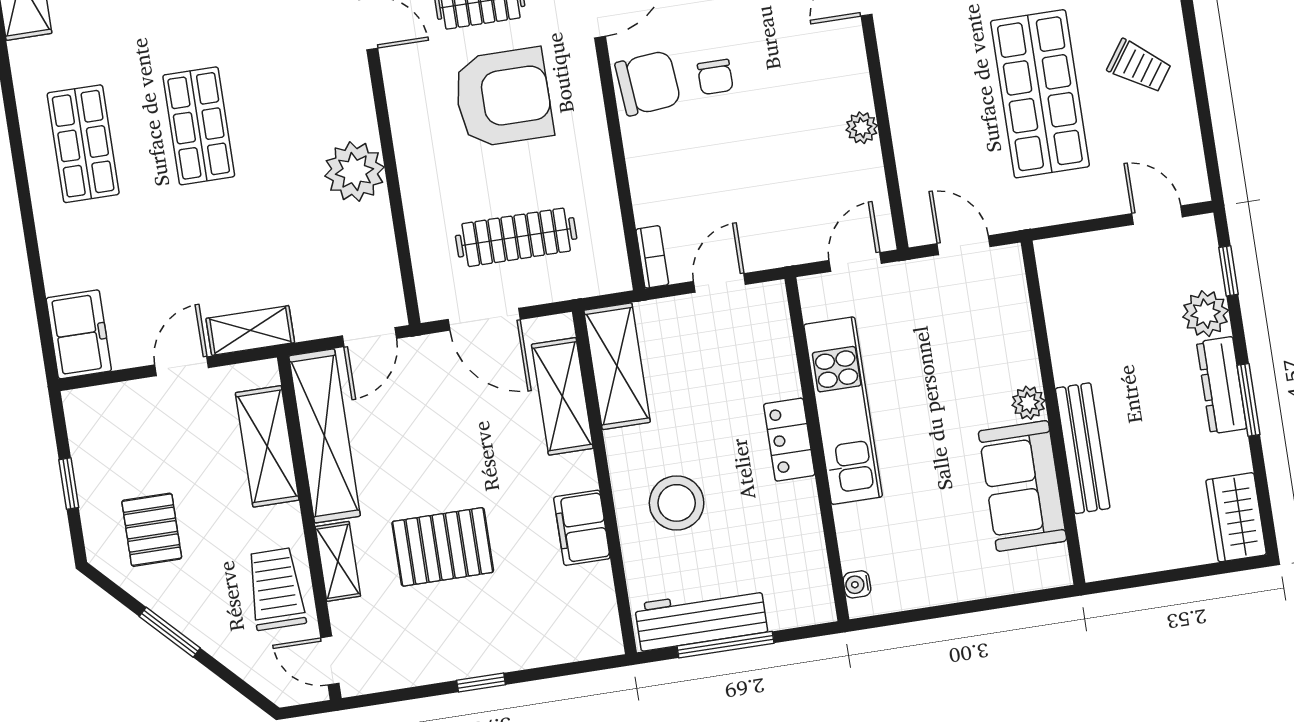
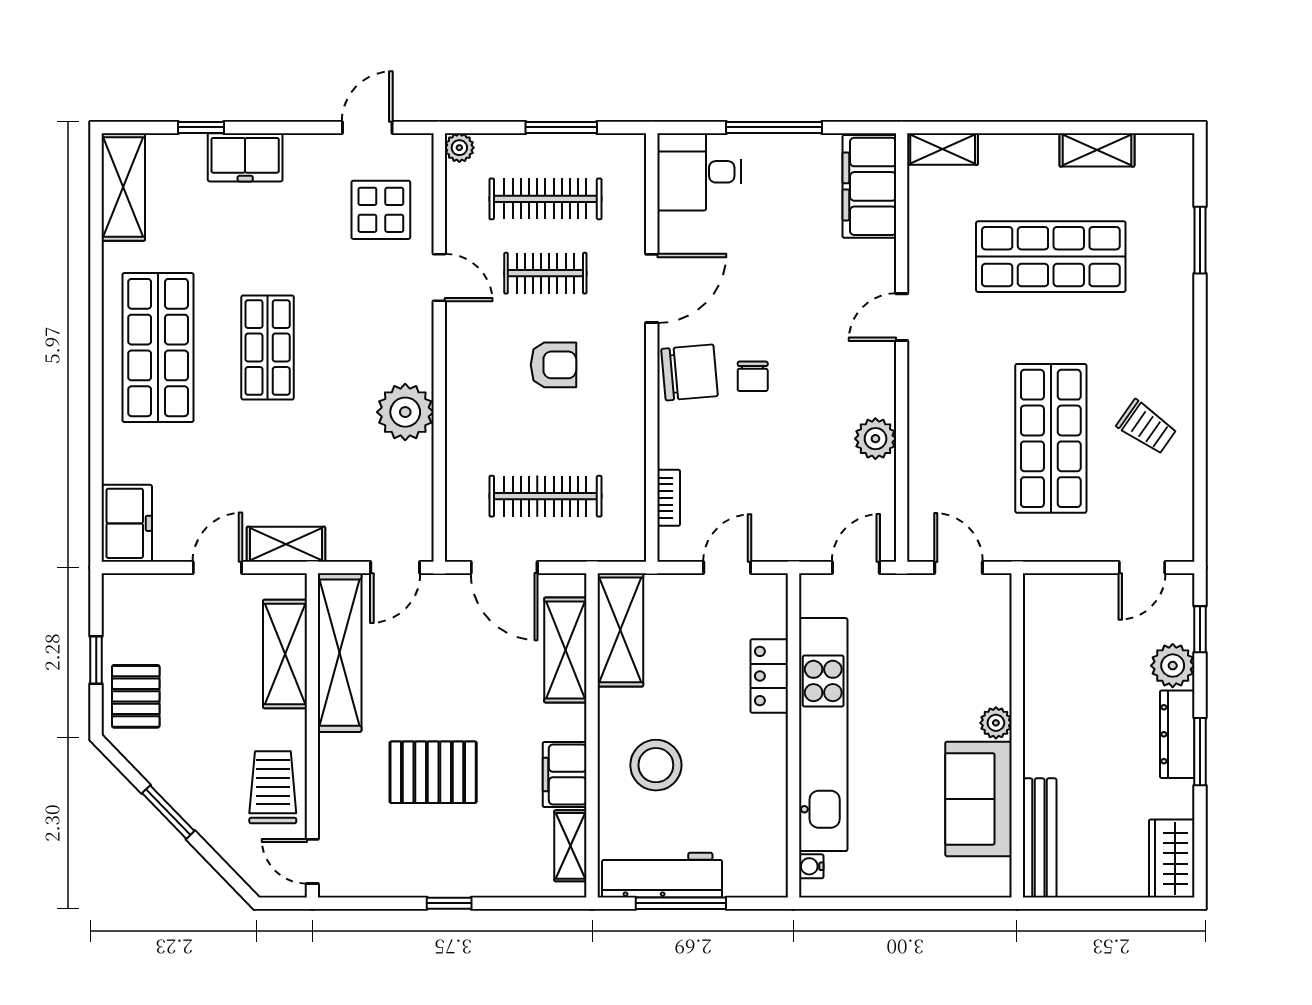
armchair: (503, 97) -> (553, 365), width x0.53, depth x0.53
plant: (862, 128) -> (875, 439), width x1.38, depth x1.38
shop shelf: (83, 144) -> (158, 348), width x1.43, depth x1.36
door: (1157, 215) -> (1142, 568), swing flipped
bookcase: (652, 257) -> (669, 498), moved
kitchen unit: (843, 411) -> (823, 735), width x1.36
locker: (789, 440) -> (769, 676), moved
bench: (1083, 448) -> (1040, 838), moved
pallet: (152, 530) -> (136, 696), moved
shelving: (338, 561) -> (570, 846), moved

